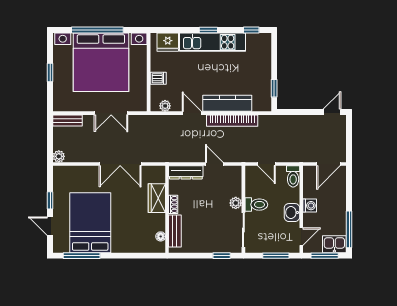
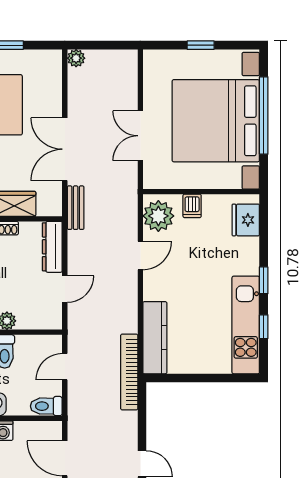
window: (251, 30) -> (264, 327), moved
kitchen unit: (212, 42) -> (246, 325), moved
window: (274, 88) -> (177, 378), removed
kitchen counter: (227, 103) -> (155, 338), moved
plant: (165, 106) -> (158, 216), width x1.88, depth x1.88
bench: (68, 120) -> (76, 208), moved
bookcase: (232, 121) -> (129, 372), moved

